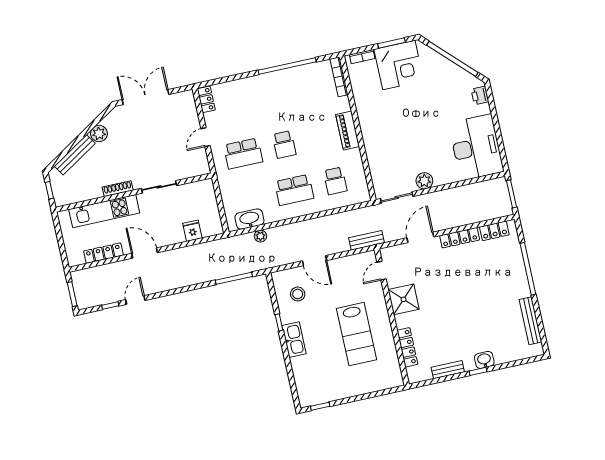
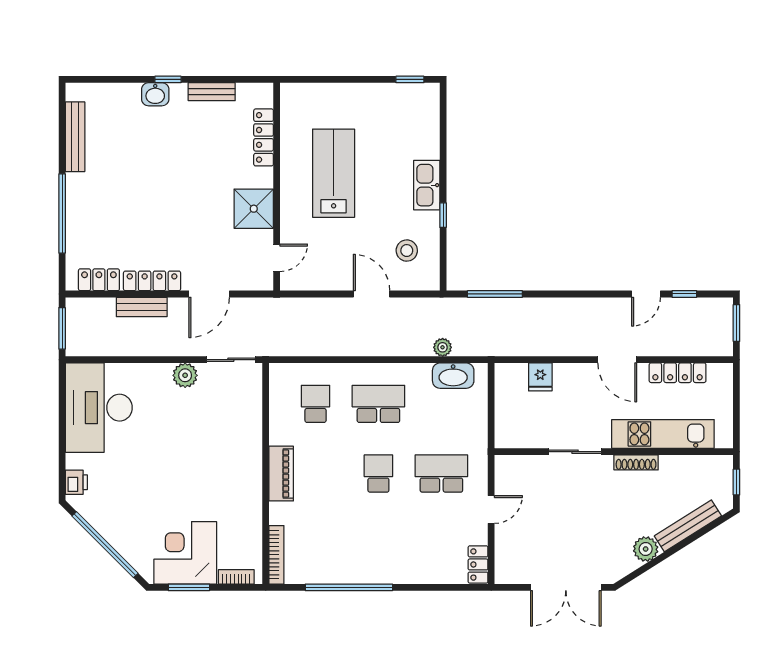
bench: (367, 240) -> (142, 307), moved

